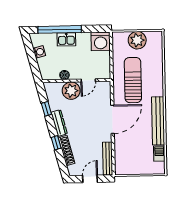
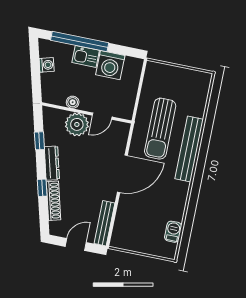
plant: (137, 40) -> (177, 78), removed
washing machine: (101, 41) -> (110, 65), moved
sun lounger: (133, 80) -> (160, 129), turned 180
bench: (158, 121) -> (189, 149), moved

